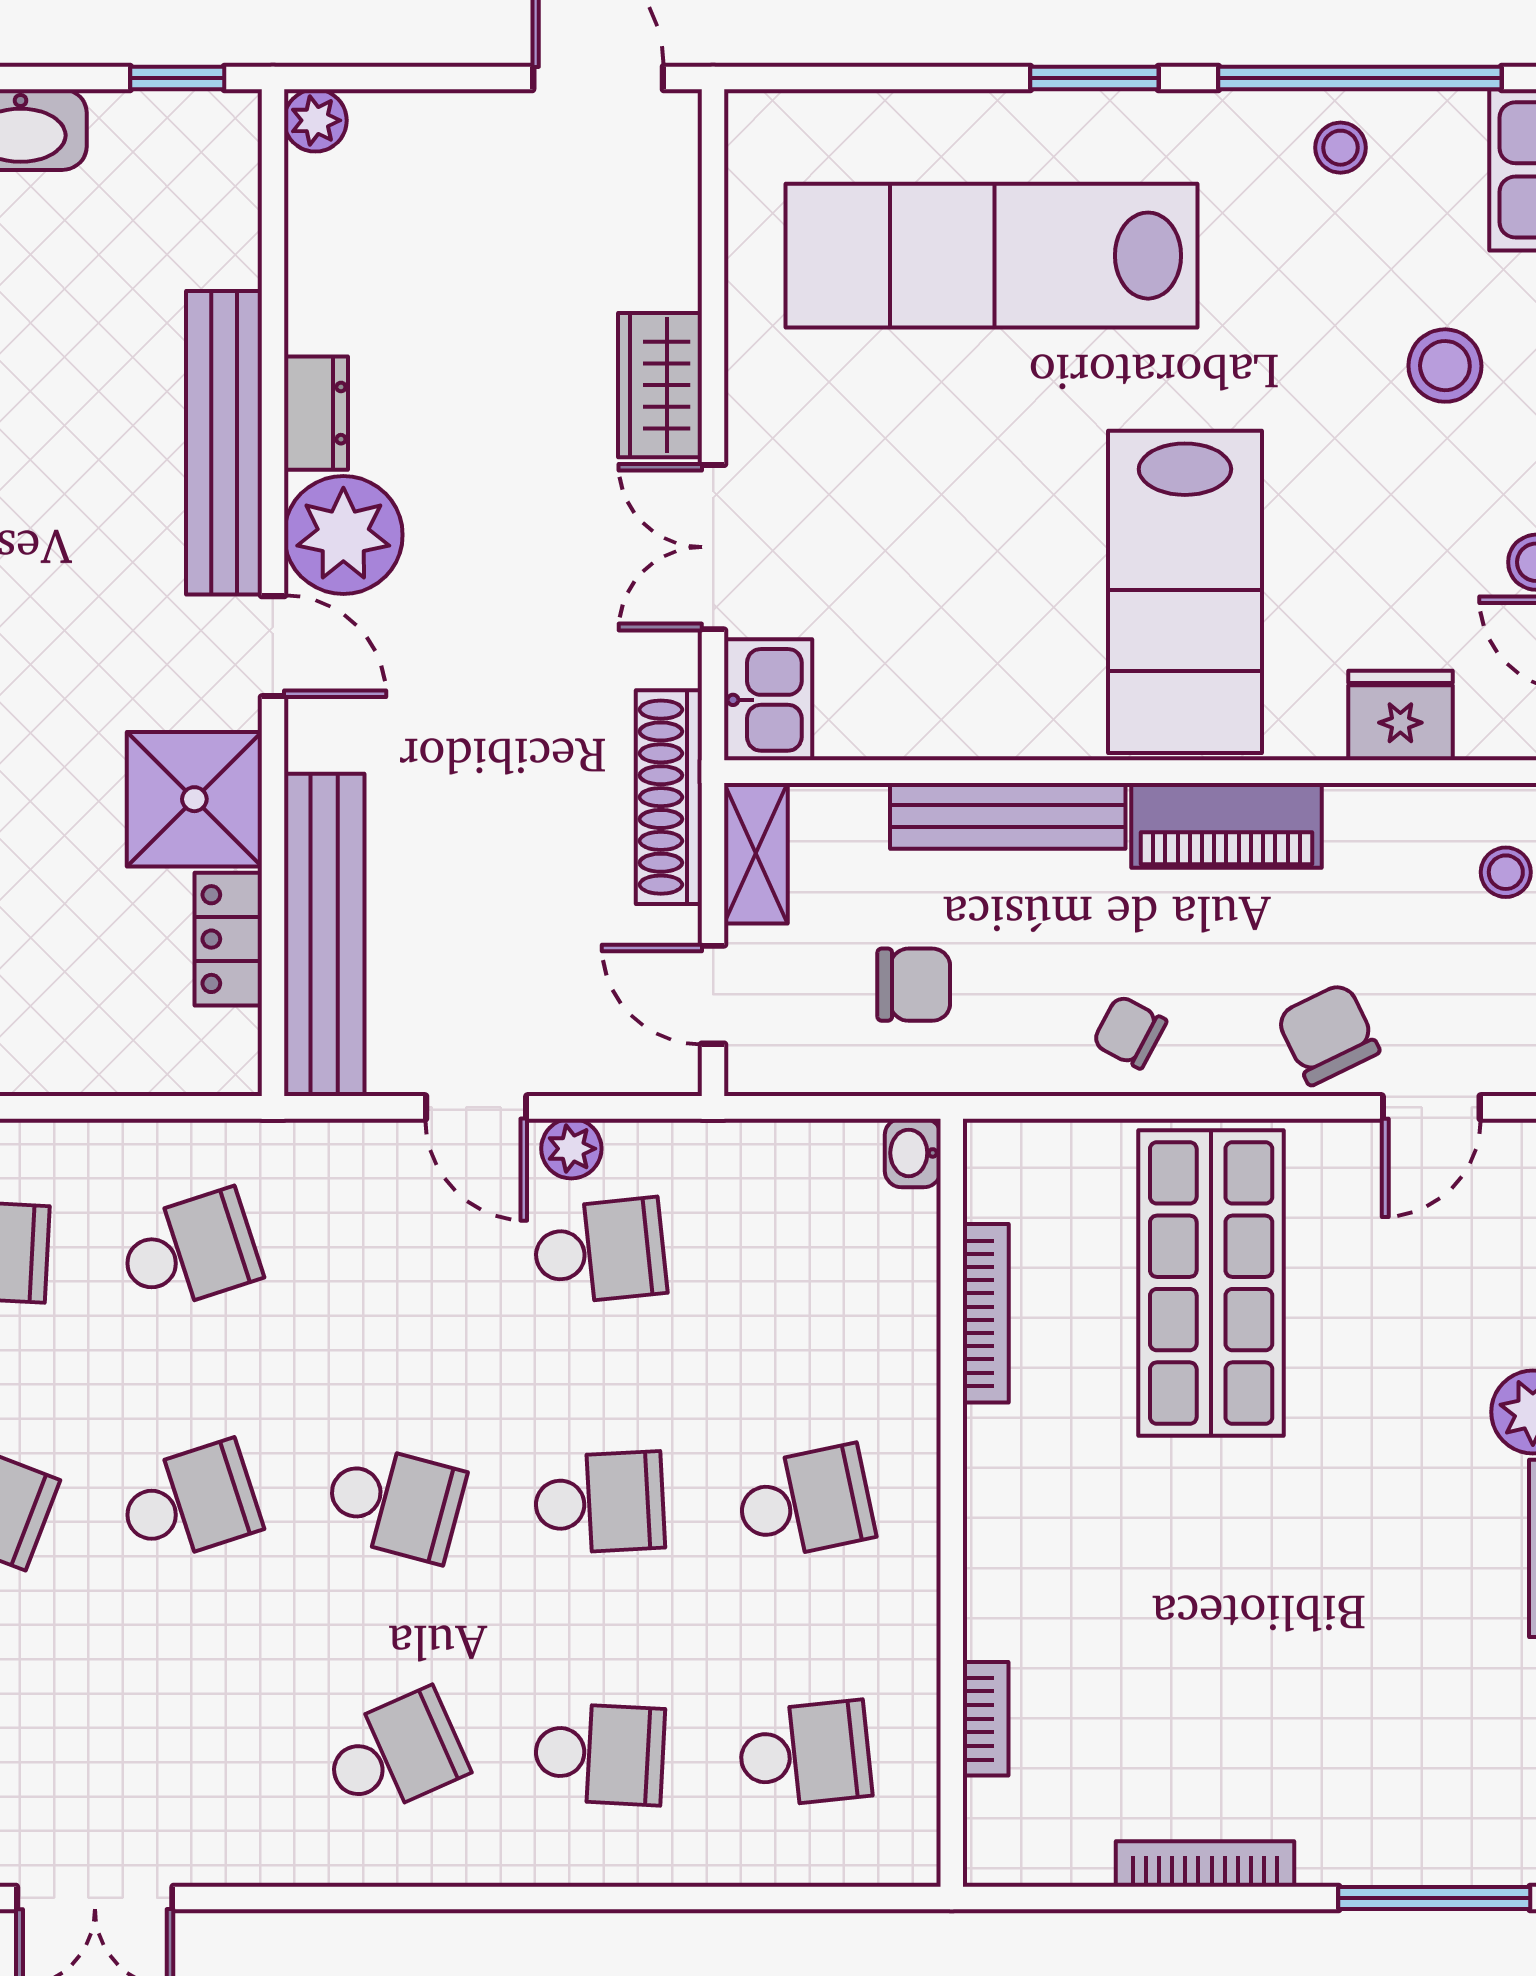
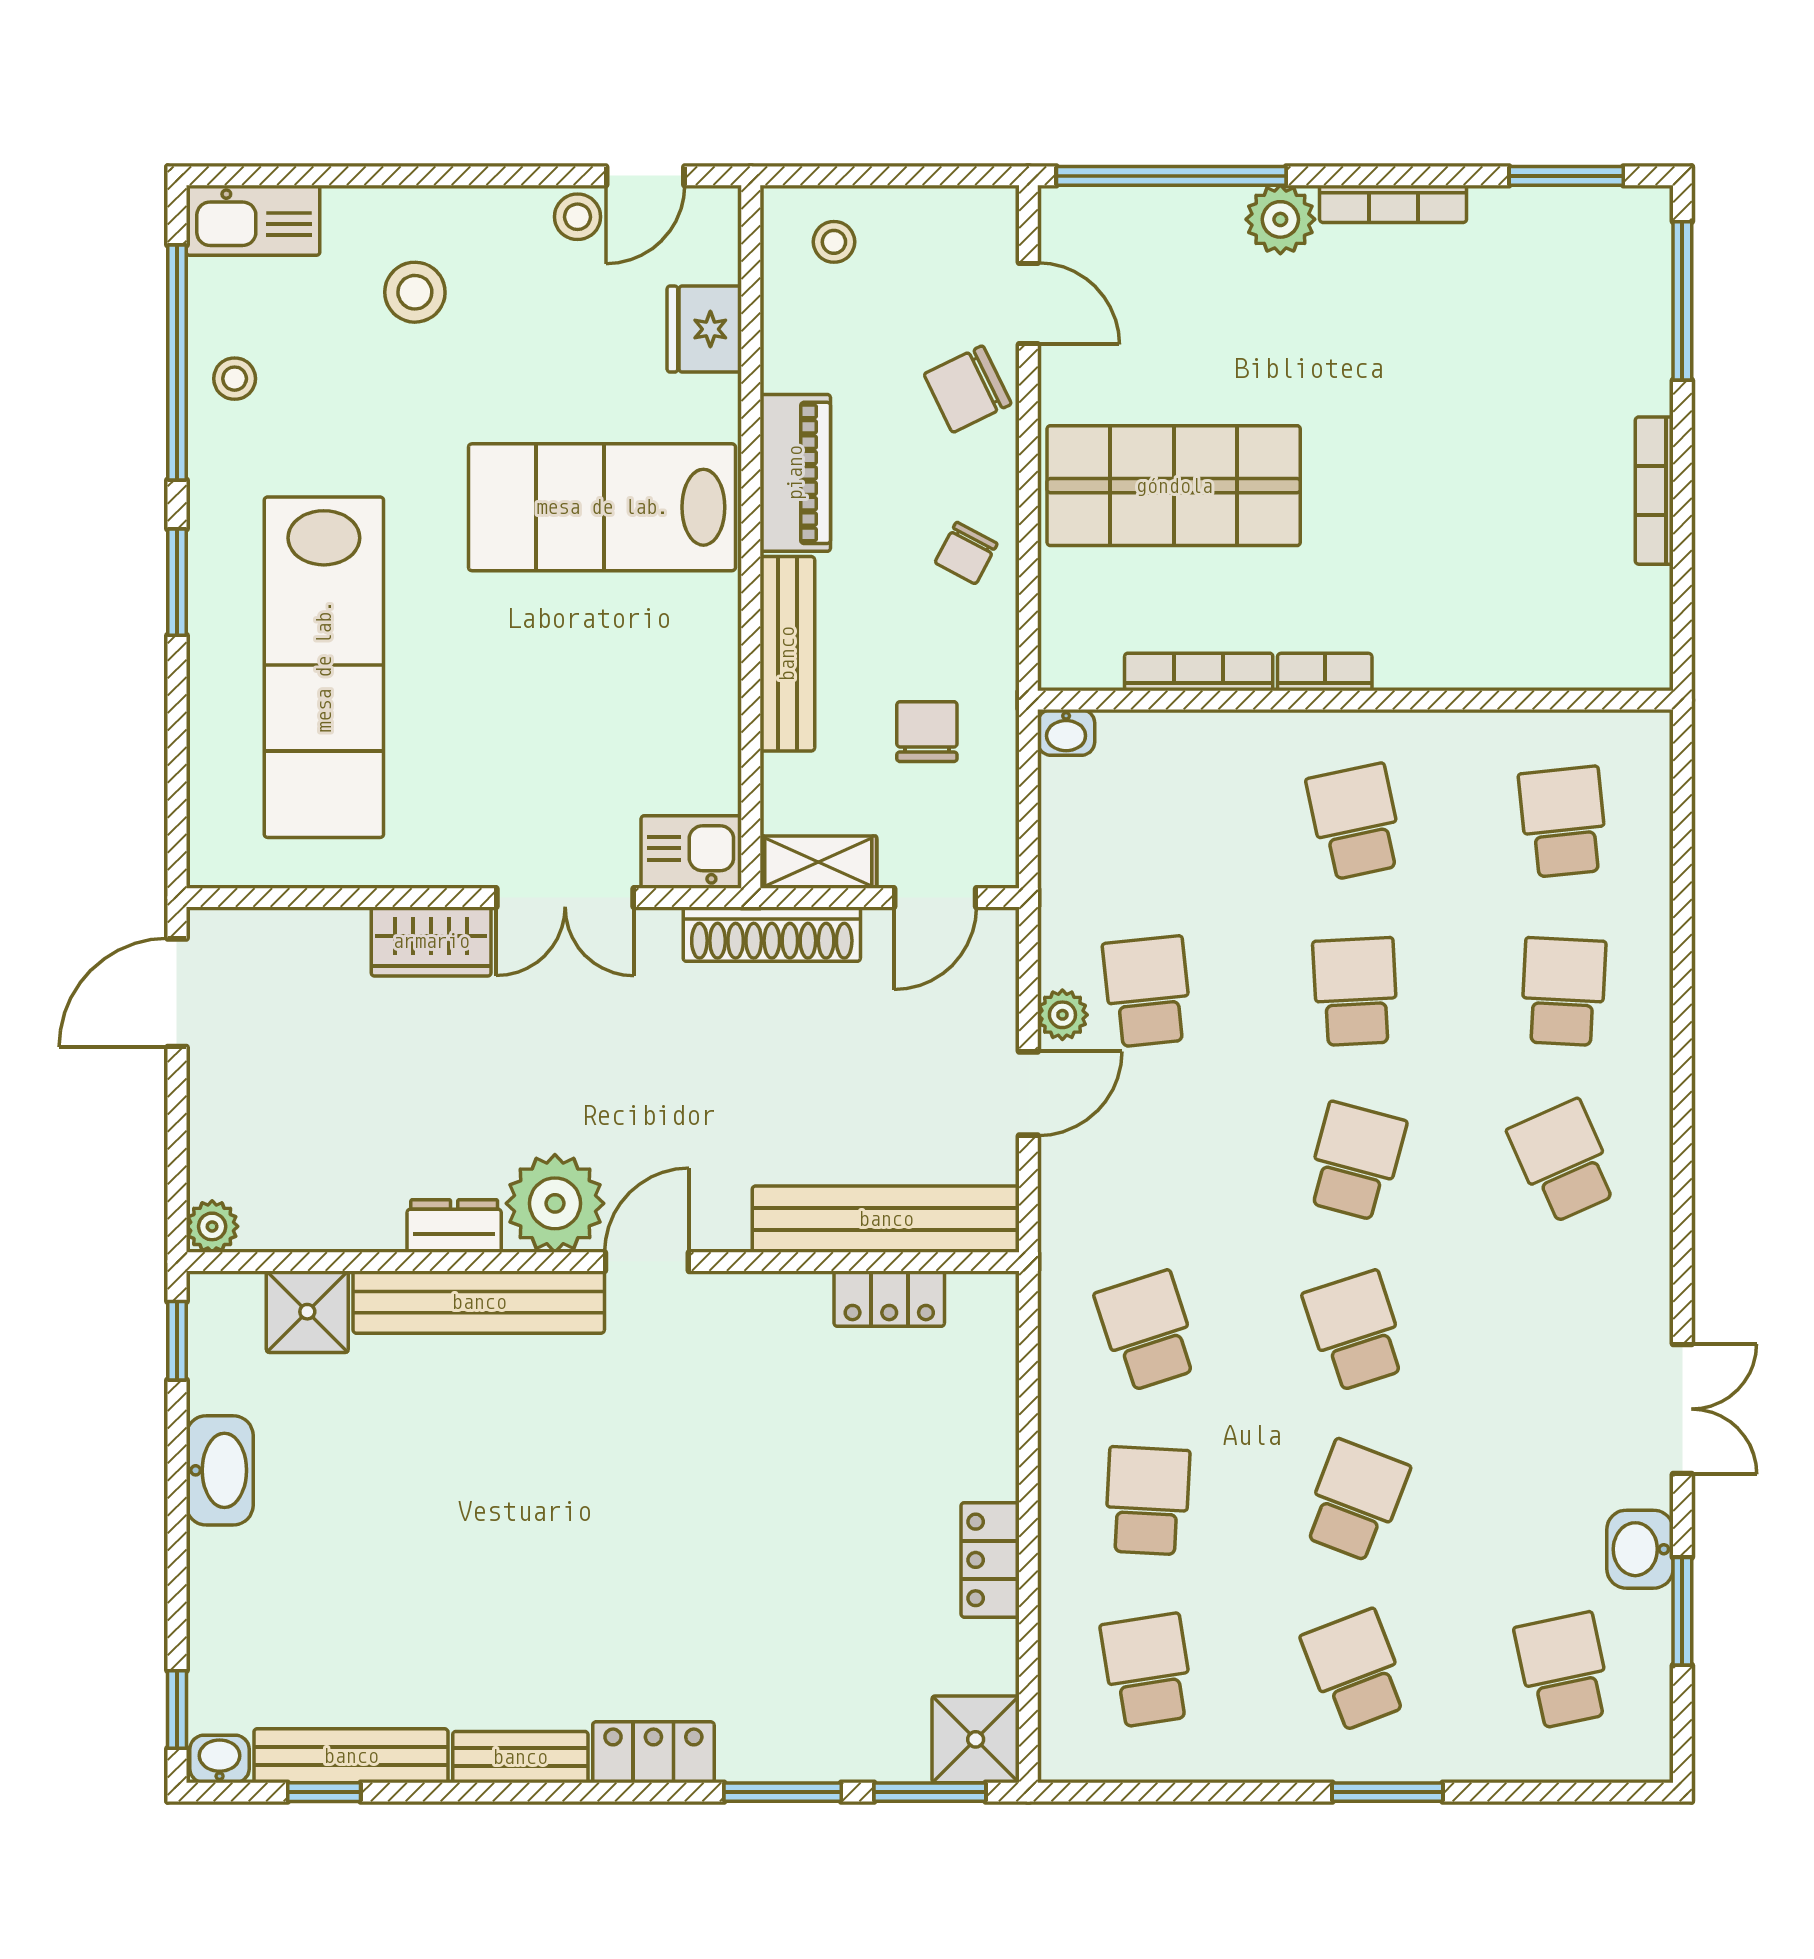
lab bench: (1185, 592) -> (602, 507), turned 180
shower: (194, 799) -> (307, 1312), moved, width x0.73, depth x0.73
bookcase: (986, 1719) -> (1325, 672), moved

